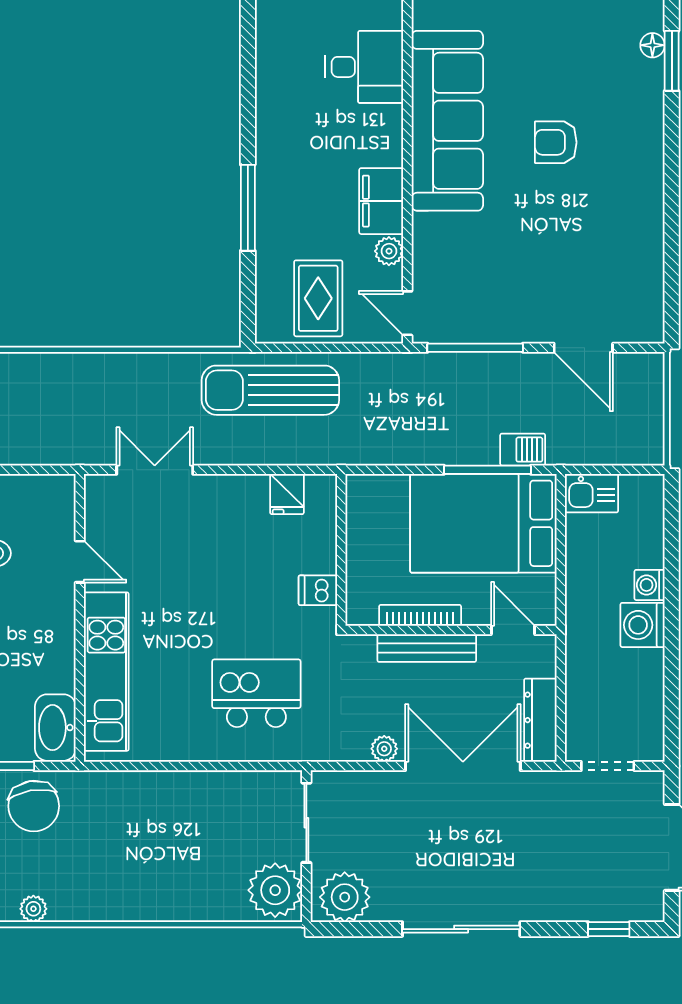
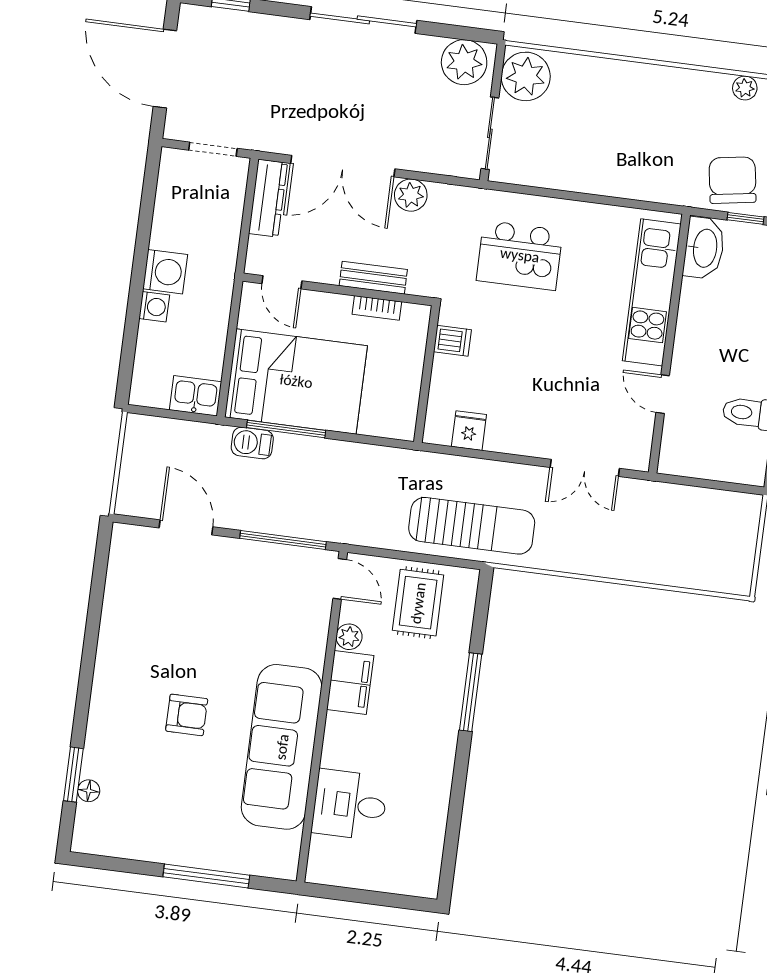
bookcase: (420, 615) -> (377, 308), width x0.64
bench: (427, 648) -> (373, 278), width x0.73
plant: (384, 749) -> (411, 195), width x1.38, depth x1.38

